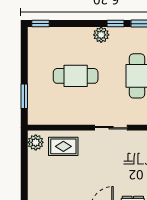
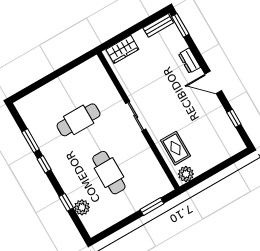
window: (40, 24) -> (66, 202), moved
plant: (101, 35) -> (82, 207), moved

